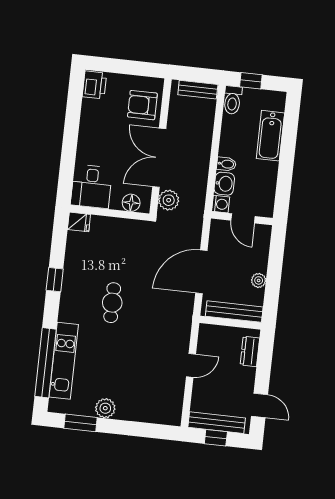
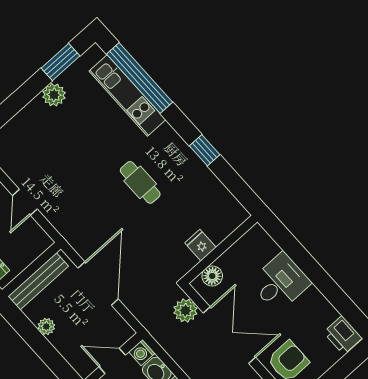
desk: (91, 186) -> (280, 282), moved, turned 90
fridge: (79, 222) -> (200, 245), moved, turned 90

